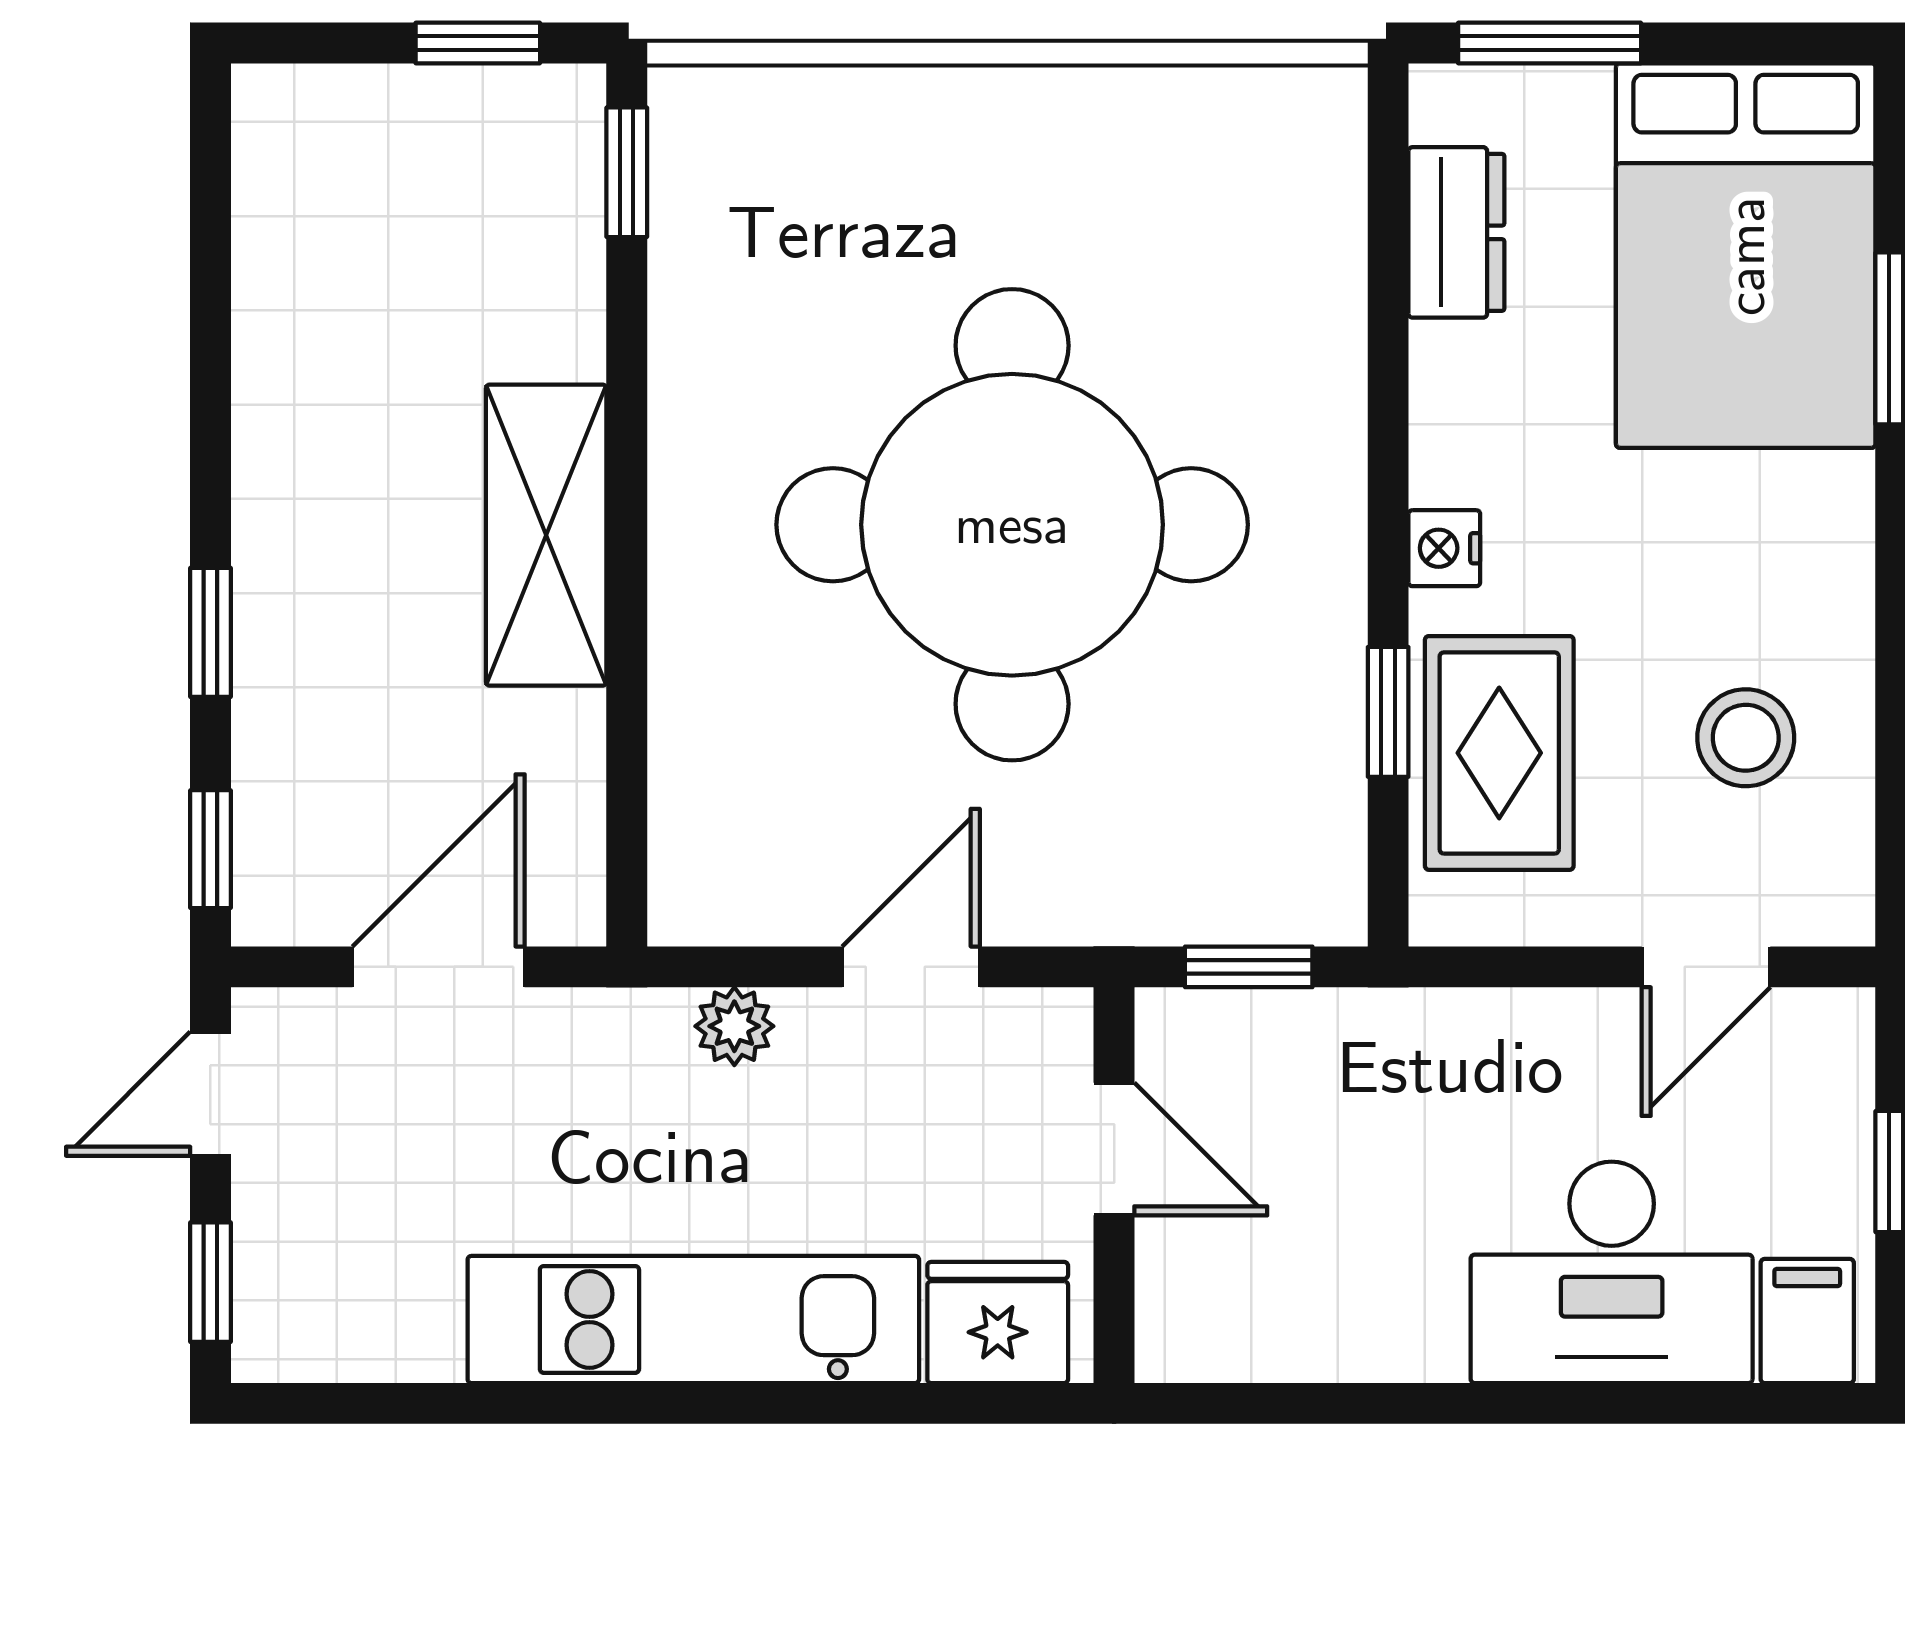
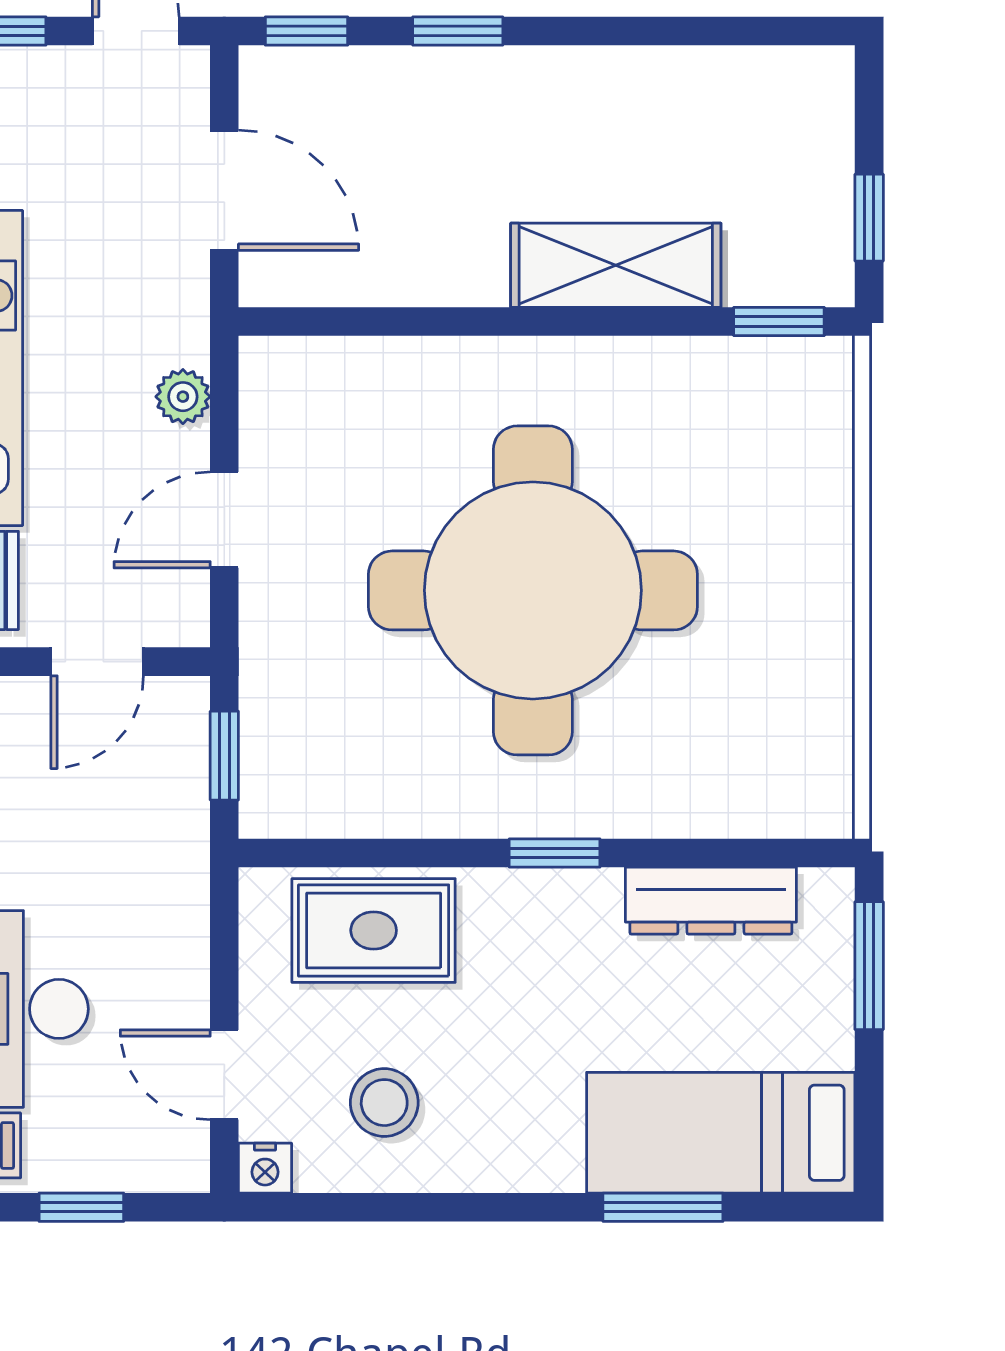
dresser: (1456, 232) -> (711, 901), width x1.44
bed: (1746, 256) -> (721, 1133), width x0.67
shelving: (546, 535) -> (616, 265), moved
nightstand: (1444, 548) -> (265, 1168), moved, turned 180
window: (1388, 712) -> (555, 853), moved
door: (911, 967) -> (224, 520), swing flipped

